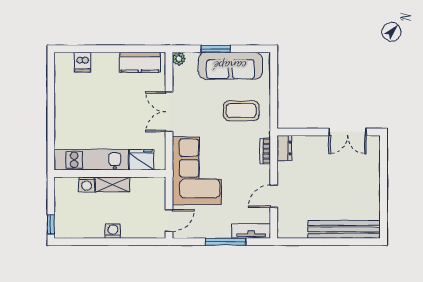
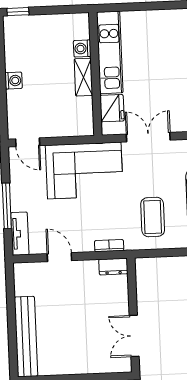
kitchen unit: (91, 160) -> (110, 52), moved
fridge: (142, 160) -> (112, 108), moved
wall: (110, 174) -> (95, 74), moved
washing machine: (87, 184) -> (82, 48), moved
shelving: (112, 184) -> (83, 77), moved

